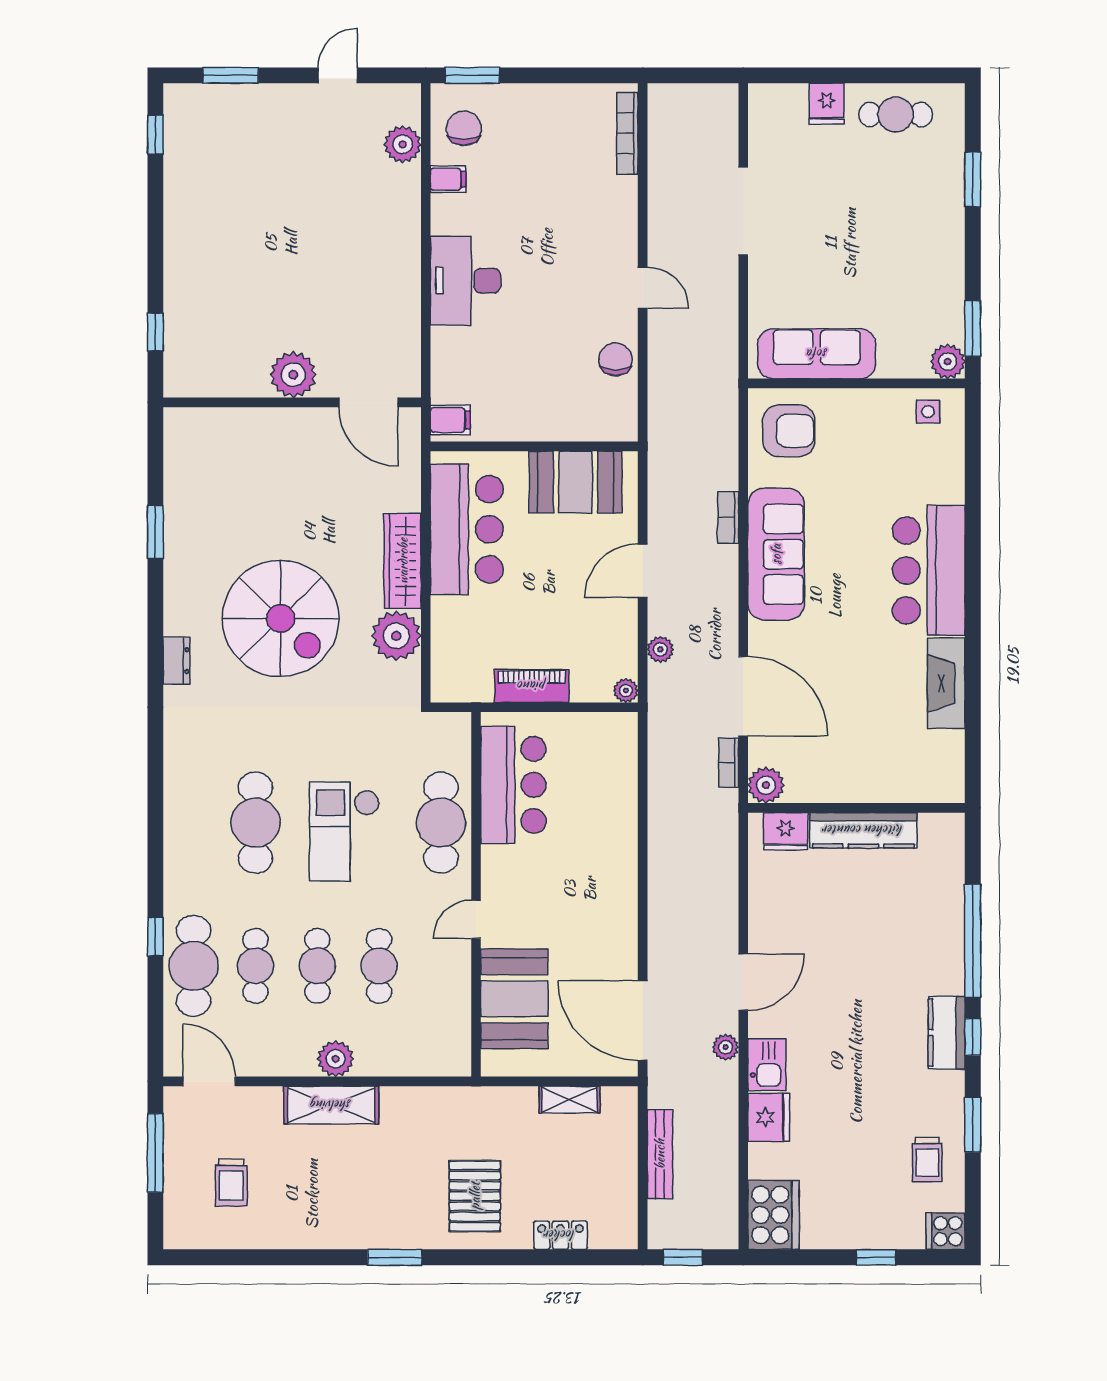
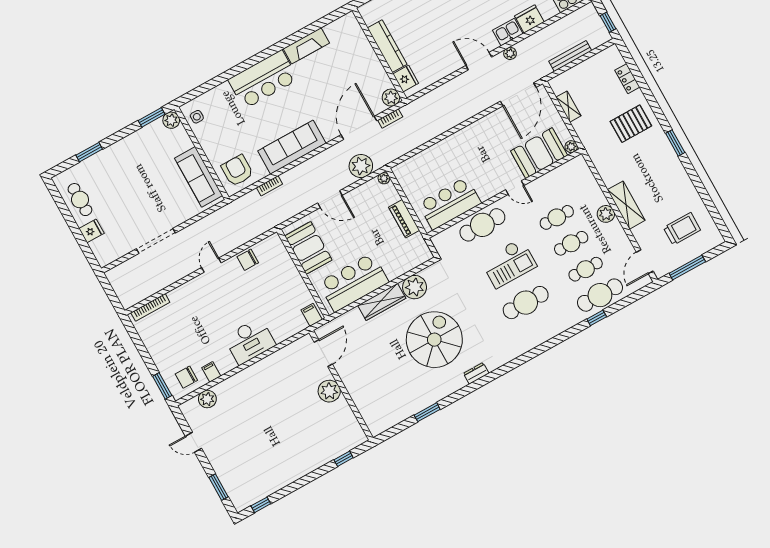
bookcase: (728, 518) -> (270, 186), moved
plant: (660, 649) -> (361, 166), width x1.87, depth x1.87
plant: (493, 1064) -> (571, 147), added
trolley: (231, 1182) -> (682, 229), width x1.36, depth x1.39

